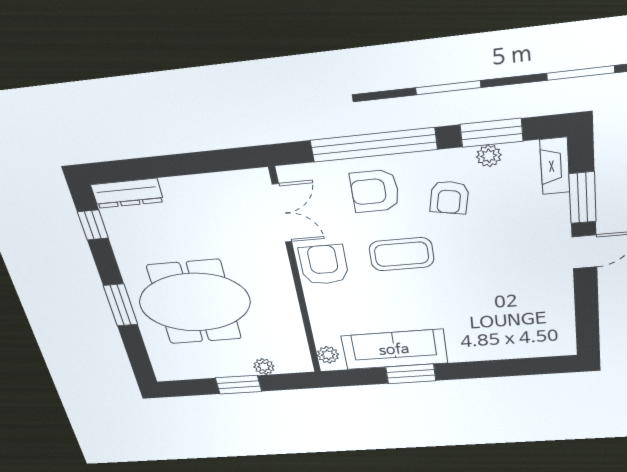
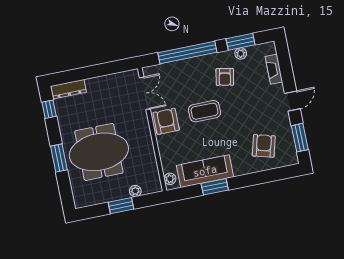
fireplace: (555, 166) -> (274, 69), moved
armchair: (375, 191) -> (264, 146), moved, turned 105
window: (583, 198) -> (300, 138), moved

